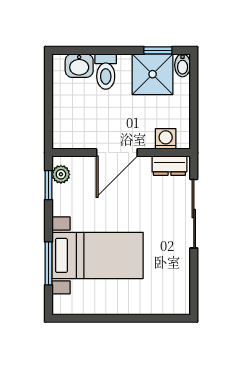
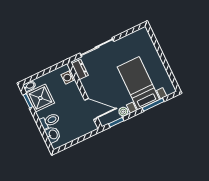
door: (117, 153) -> (91, 109), moved
plant: (61, 174) -> (123, 112), moved

